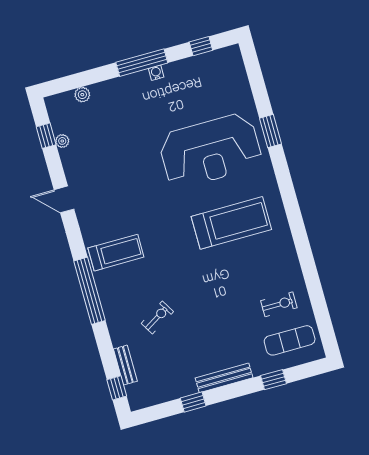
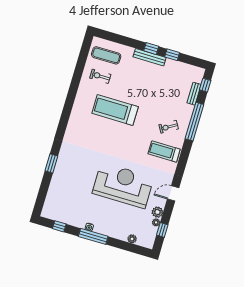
reception desk: (210, 151) -> (123, 185), moved
plant: (70, 157) -> (157, 212), added
door: (64, 199) -> (173, 193), swing flipped
treadmill: (231, 223) -> (115, 110), moved
window: (90, 291) -> (194, 122), moved
exercise bike: (157, 317) -> (169, 127), moved
window: (273, 380) -> (151, 49), moved

